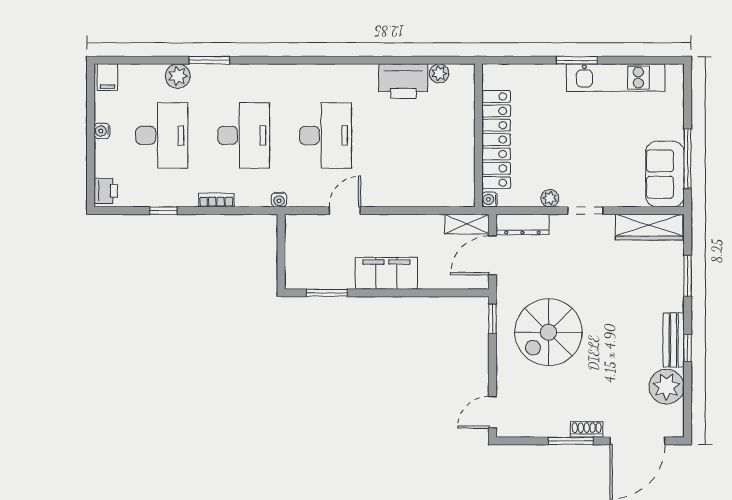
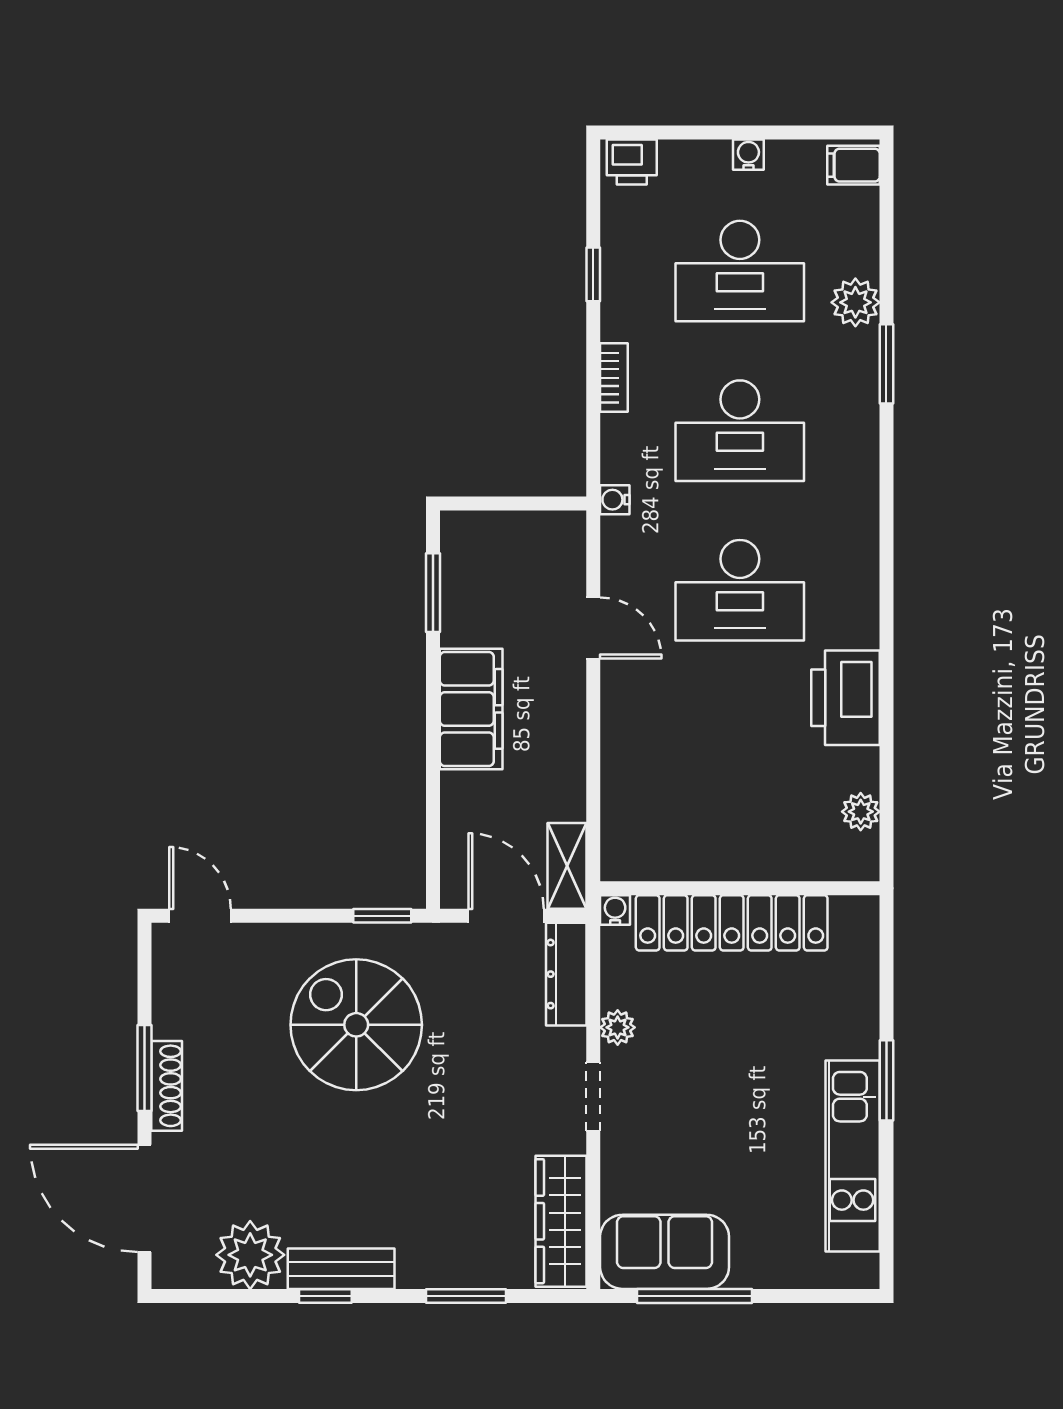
printer: (403, 81) -> (845, 698), moved
shoe rack: (587, 429) -> (167, 1086), width x1.43

